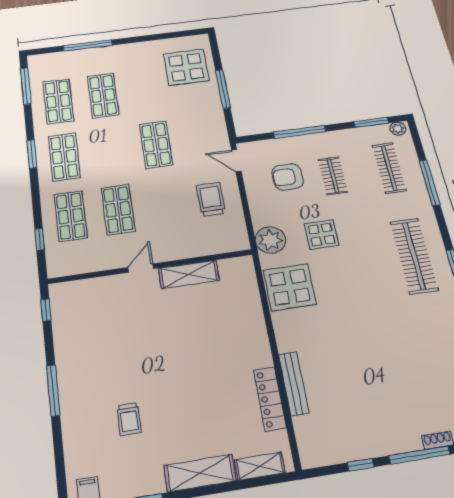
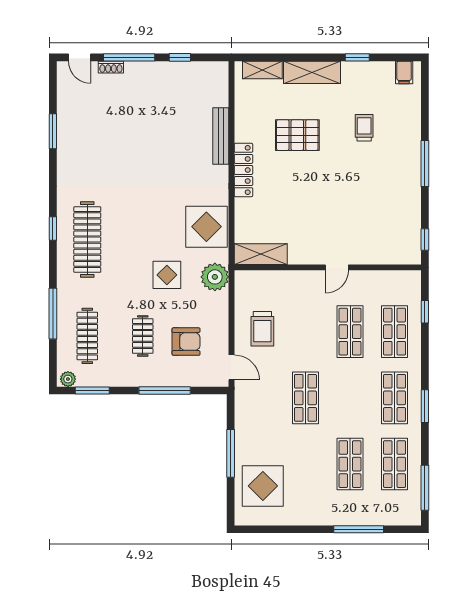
shelving: (189, 274) -> (261, 254), moved
pallet: (206, 399) -> (297, 135), added
locker: (270, 399) -> (243, 170), moved

